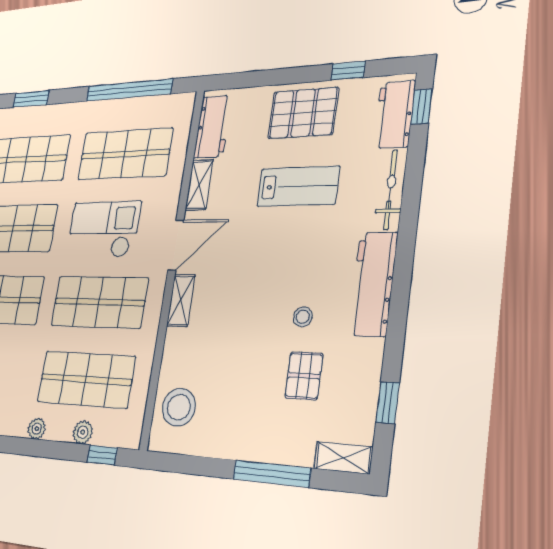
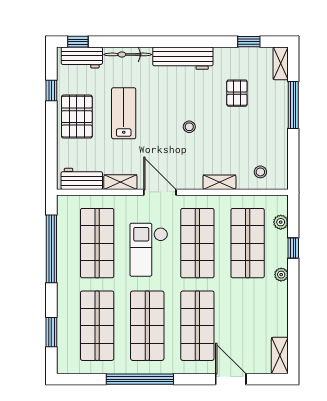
shelving: (181, 300) -> (219, 182), moved
stool: (303, 317) -> (189, 127), moved
pallet: (304, 376) -> (237, 93), turned 90
stool: (179, 407) -> (260, 172), width x0.53, depth x0.53
plant: (83, 432) -> (281, 222), moved
window: (102, 455) -> (293, 248), moved

